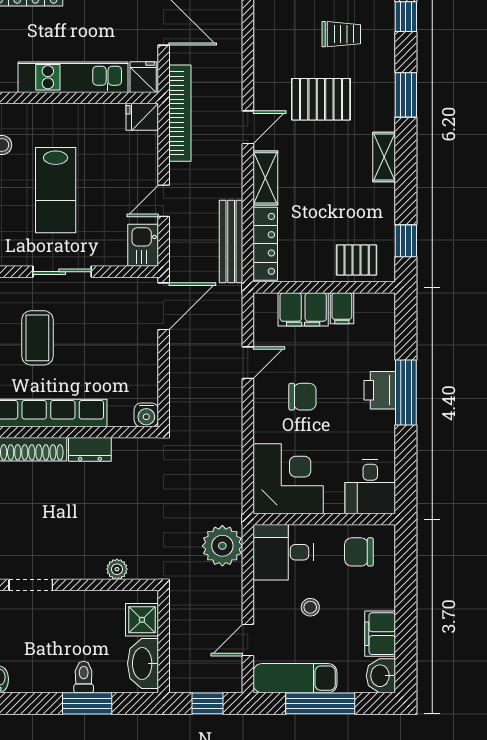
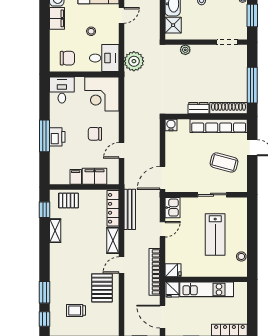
window: (406, 95) -> (45, 292), moved
pallet: (321, 99) -> (102, 288), moved, turned 90
shelving: (384, 157) -> (55, 231), moved
lab bench: (56, 190) -> (215, 234), turned 180
coffee table: (37, 338) -> (224, 162), turned -75

